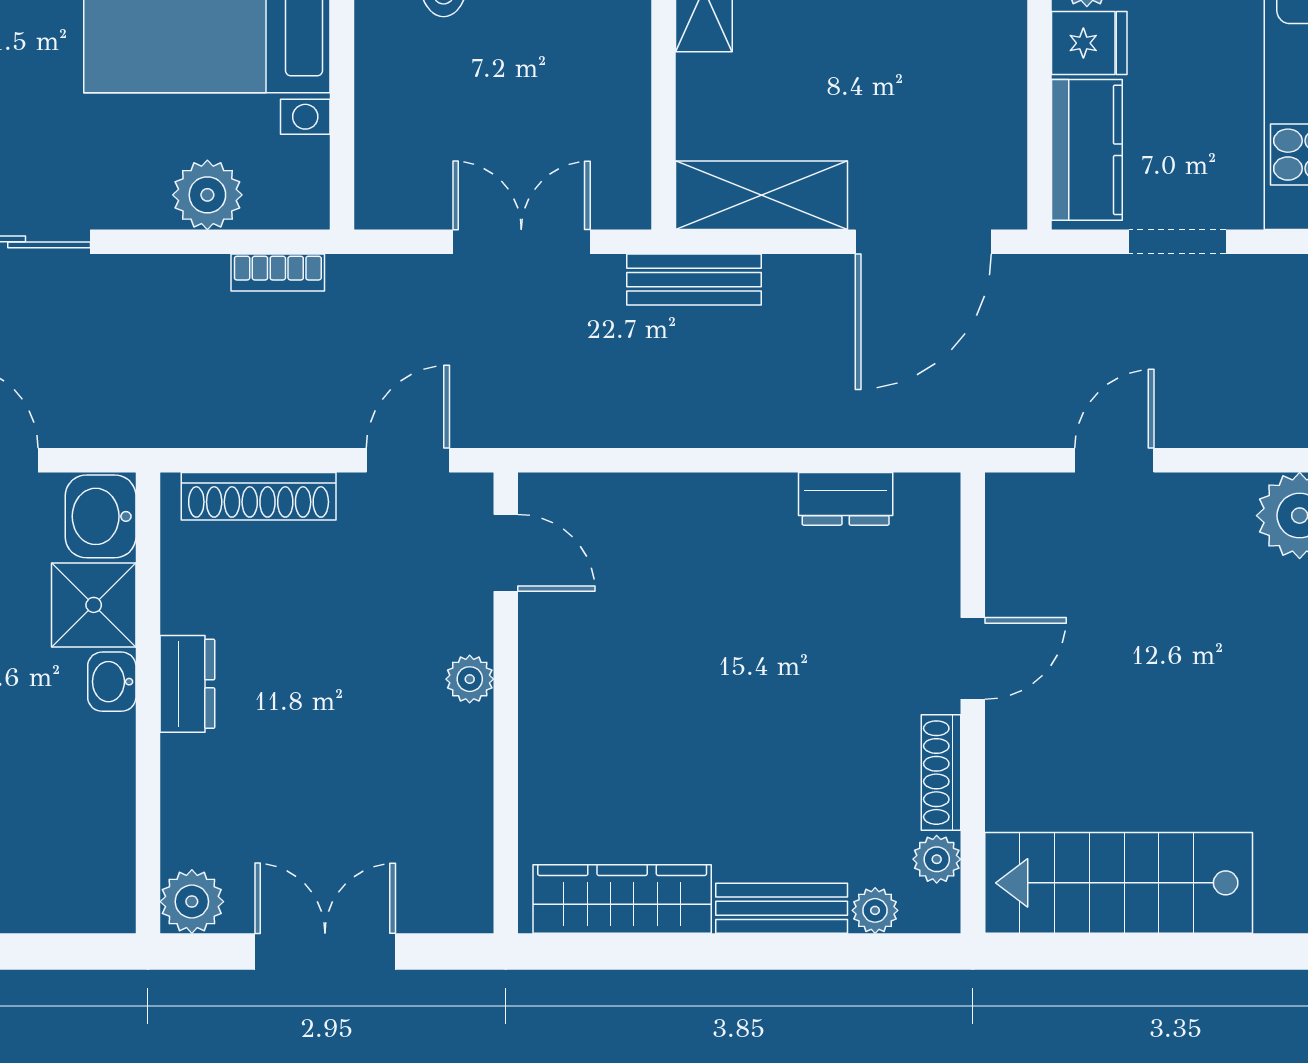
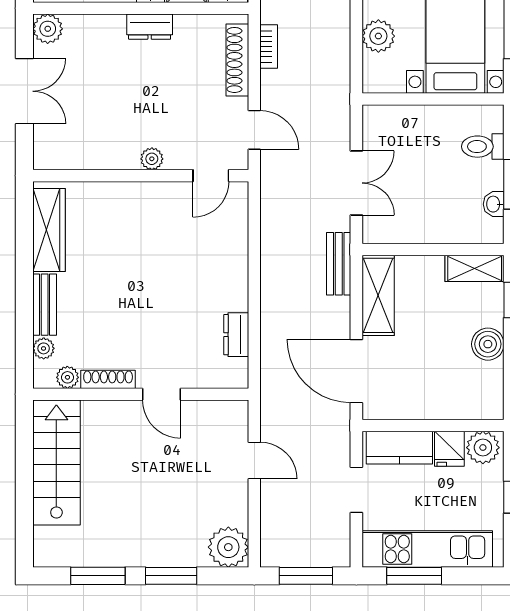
bookcase: (278, 273) -> (269, 46), moved, turned 180

